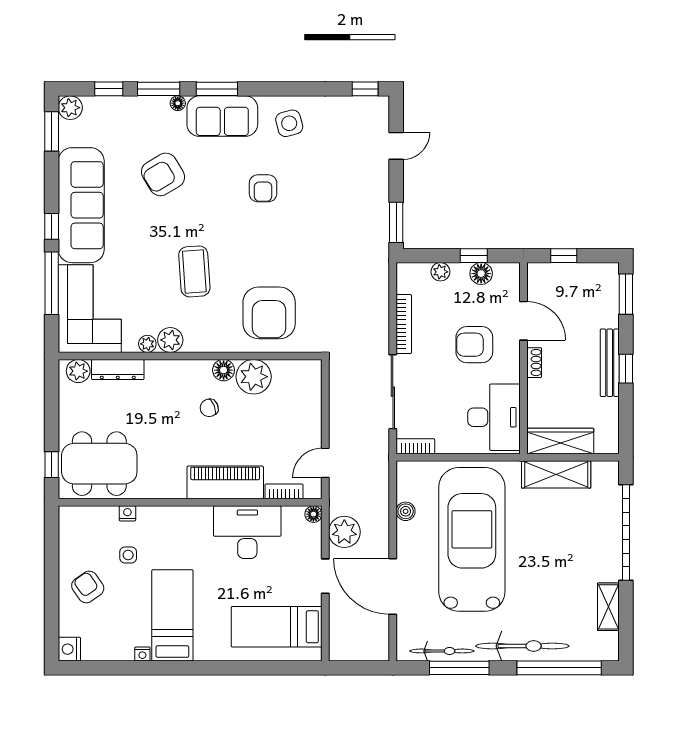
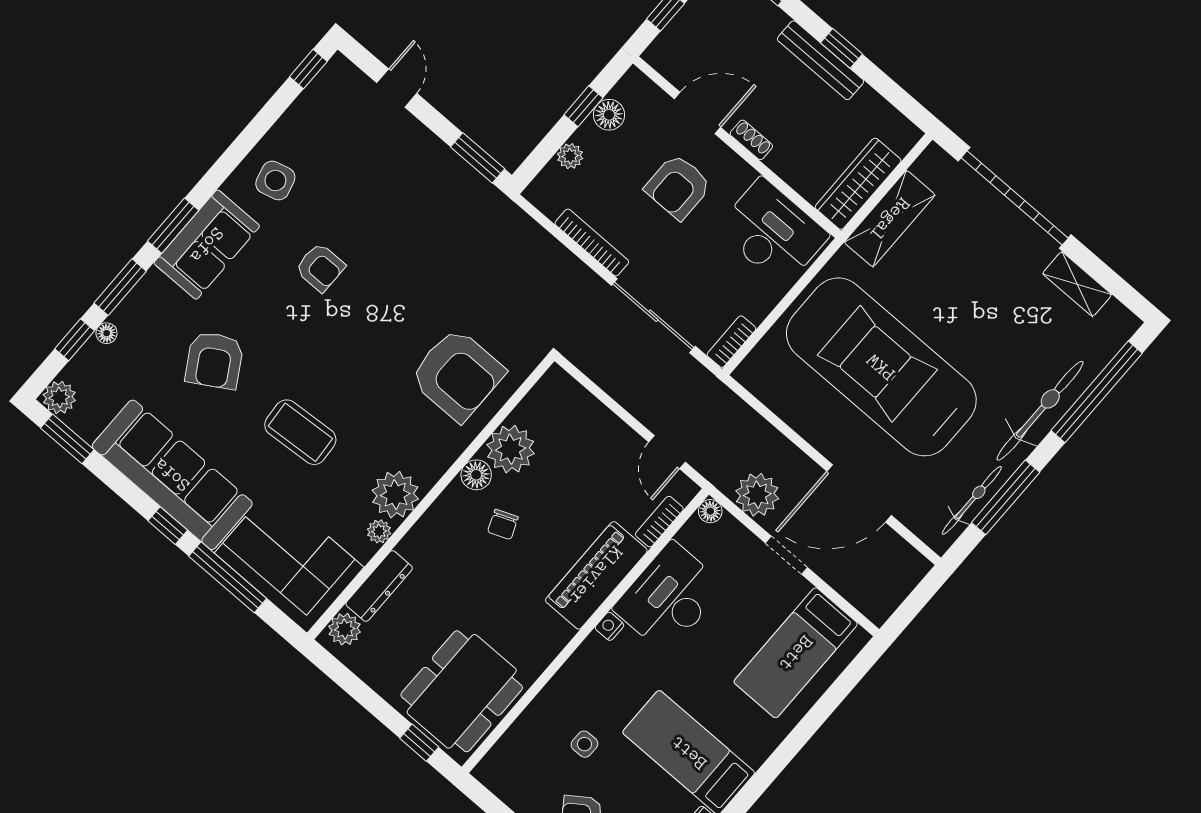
floor lamp: (178, 103) -> (107, 333), moved
coffee table: (194, 271) -> (300, 432), moved
plant: (170, 340) -> (395, 495), width x1.36, depth x1.36
boiler: (406, 511) -> (791, 411), removed
nightstand: (127, 513) -> (610, 626), moved

